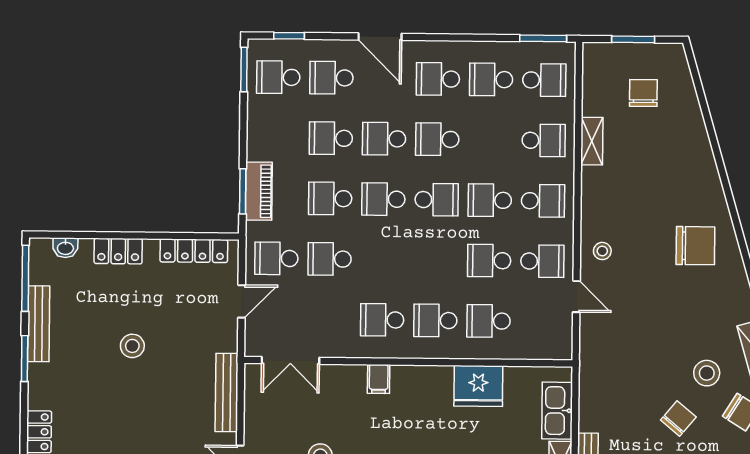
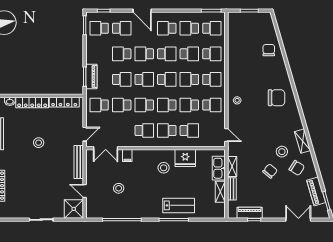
school desk: (331, 78) -> (122, 28), turned 180
chair: (643, 93) -> (269, 50), moved
school desk: (437, 139) -> (167, 54), turned 180
school desk: (490, 140) -> (189, 54), added
shelving: (592, 141) -> (232, 167), moved
school desk: (330, 199) -> (122, 79), turned 180
school desk: (383, 199) -> (144, 79), turned 180
locker: (118, 251) -> (32, 103), width x1.53
school desk: (383, 259) -> (144, 105), added
school desk: (436, 260) -> (167, 105), added
door: (576, 297) -> (226, 135), moved
door: (242, 301) -> (85, 134), moved
school desk: (382, 320) -> (144, 131), turned 180
school desk: (489, 321) -> (189, 131), turned 180
filing cabinet: (379, 379) -> (127, 156), moved
stool: (427, 408) -> (164, 168), added

